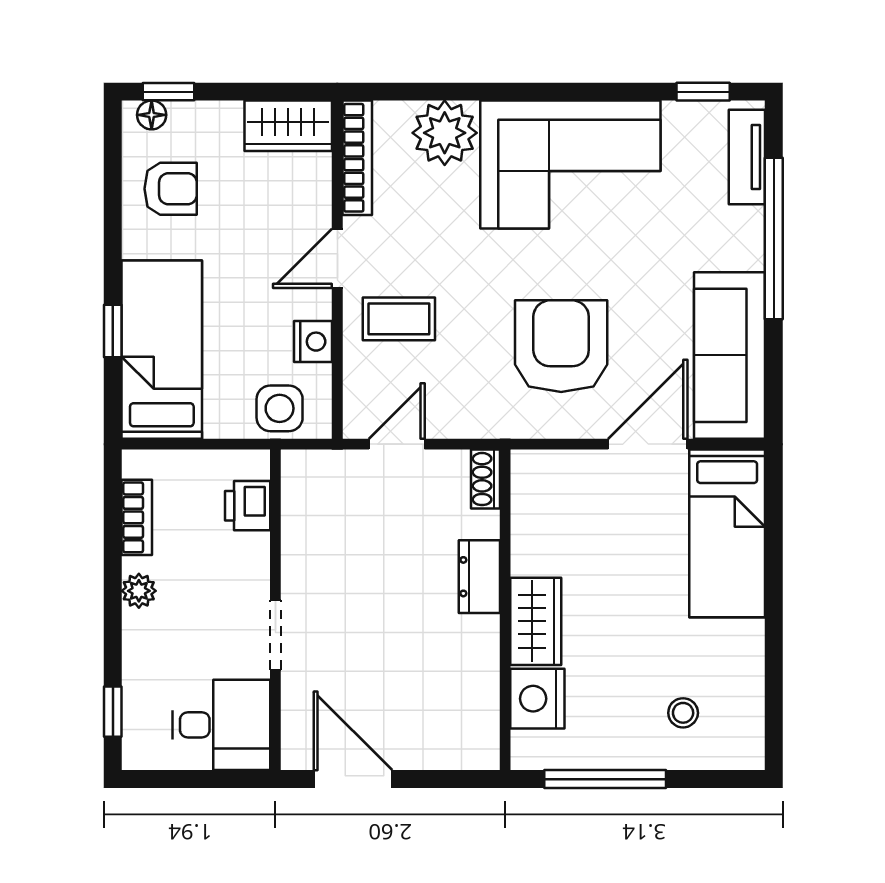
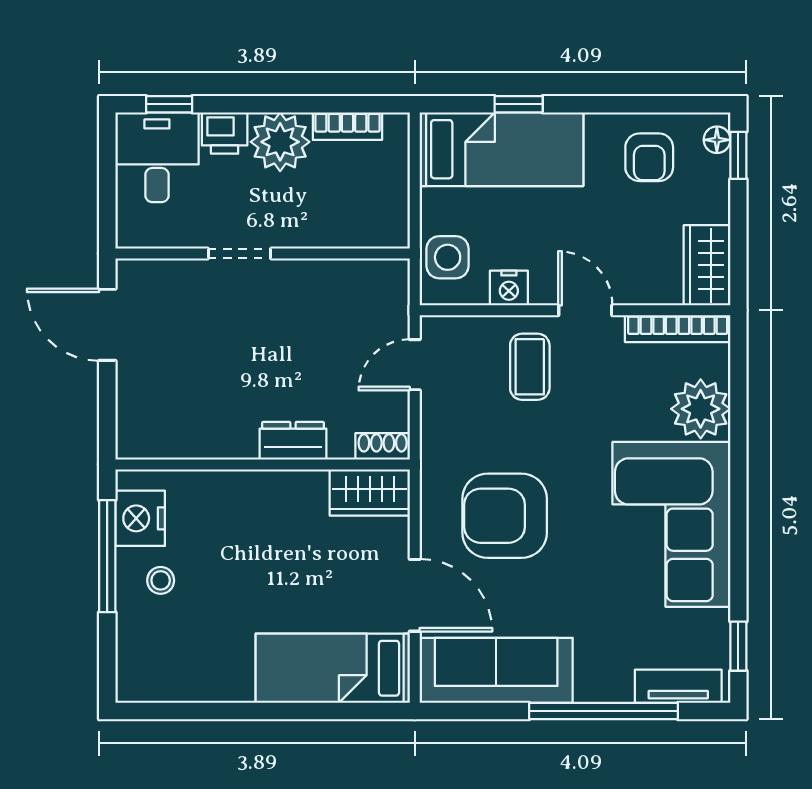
armchair: (561, 346) -> (505, 516), turned 180
door: (397, 444) -> (415, 365), swing flipped
printer: (248, 506) -> (225, 133), moved, turned 180
plant: (139, 591) -> (280, 142), width x1.88, depth x1.88
wardrobe: (536, 621) -> (370, 493), moved
nightstand: (537, 699) -> (140, 518), moved, turned -90
stool: (683, 713) -> (161, 580), moved
desk: (221, 725) -> (157, 157), moved, turned 180
door: (353, 779) -> (107, 325), swing flipped

